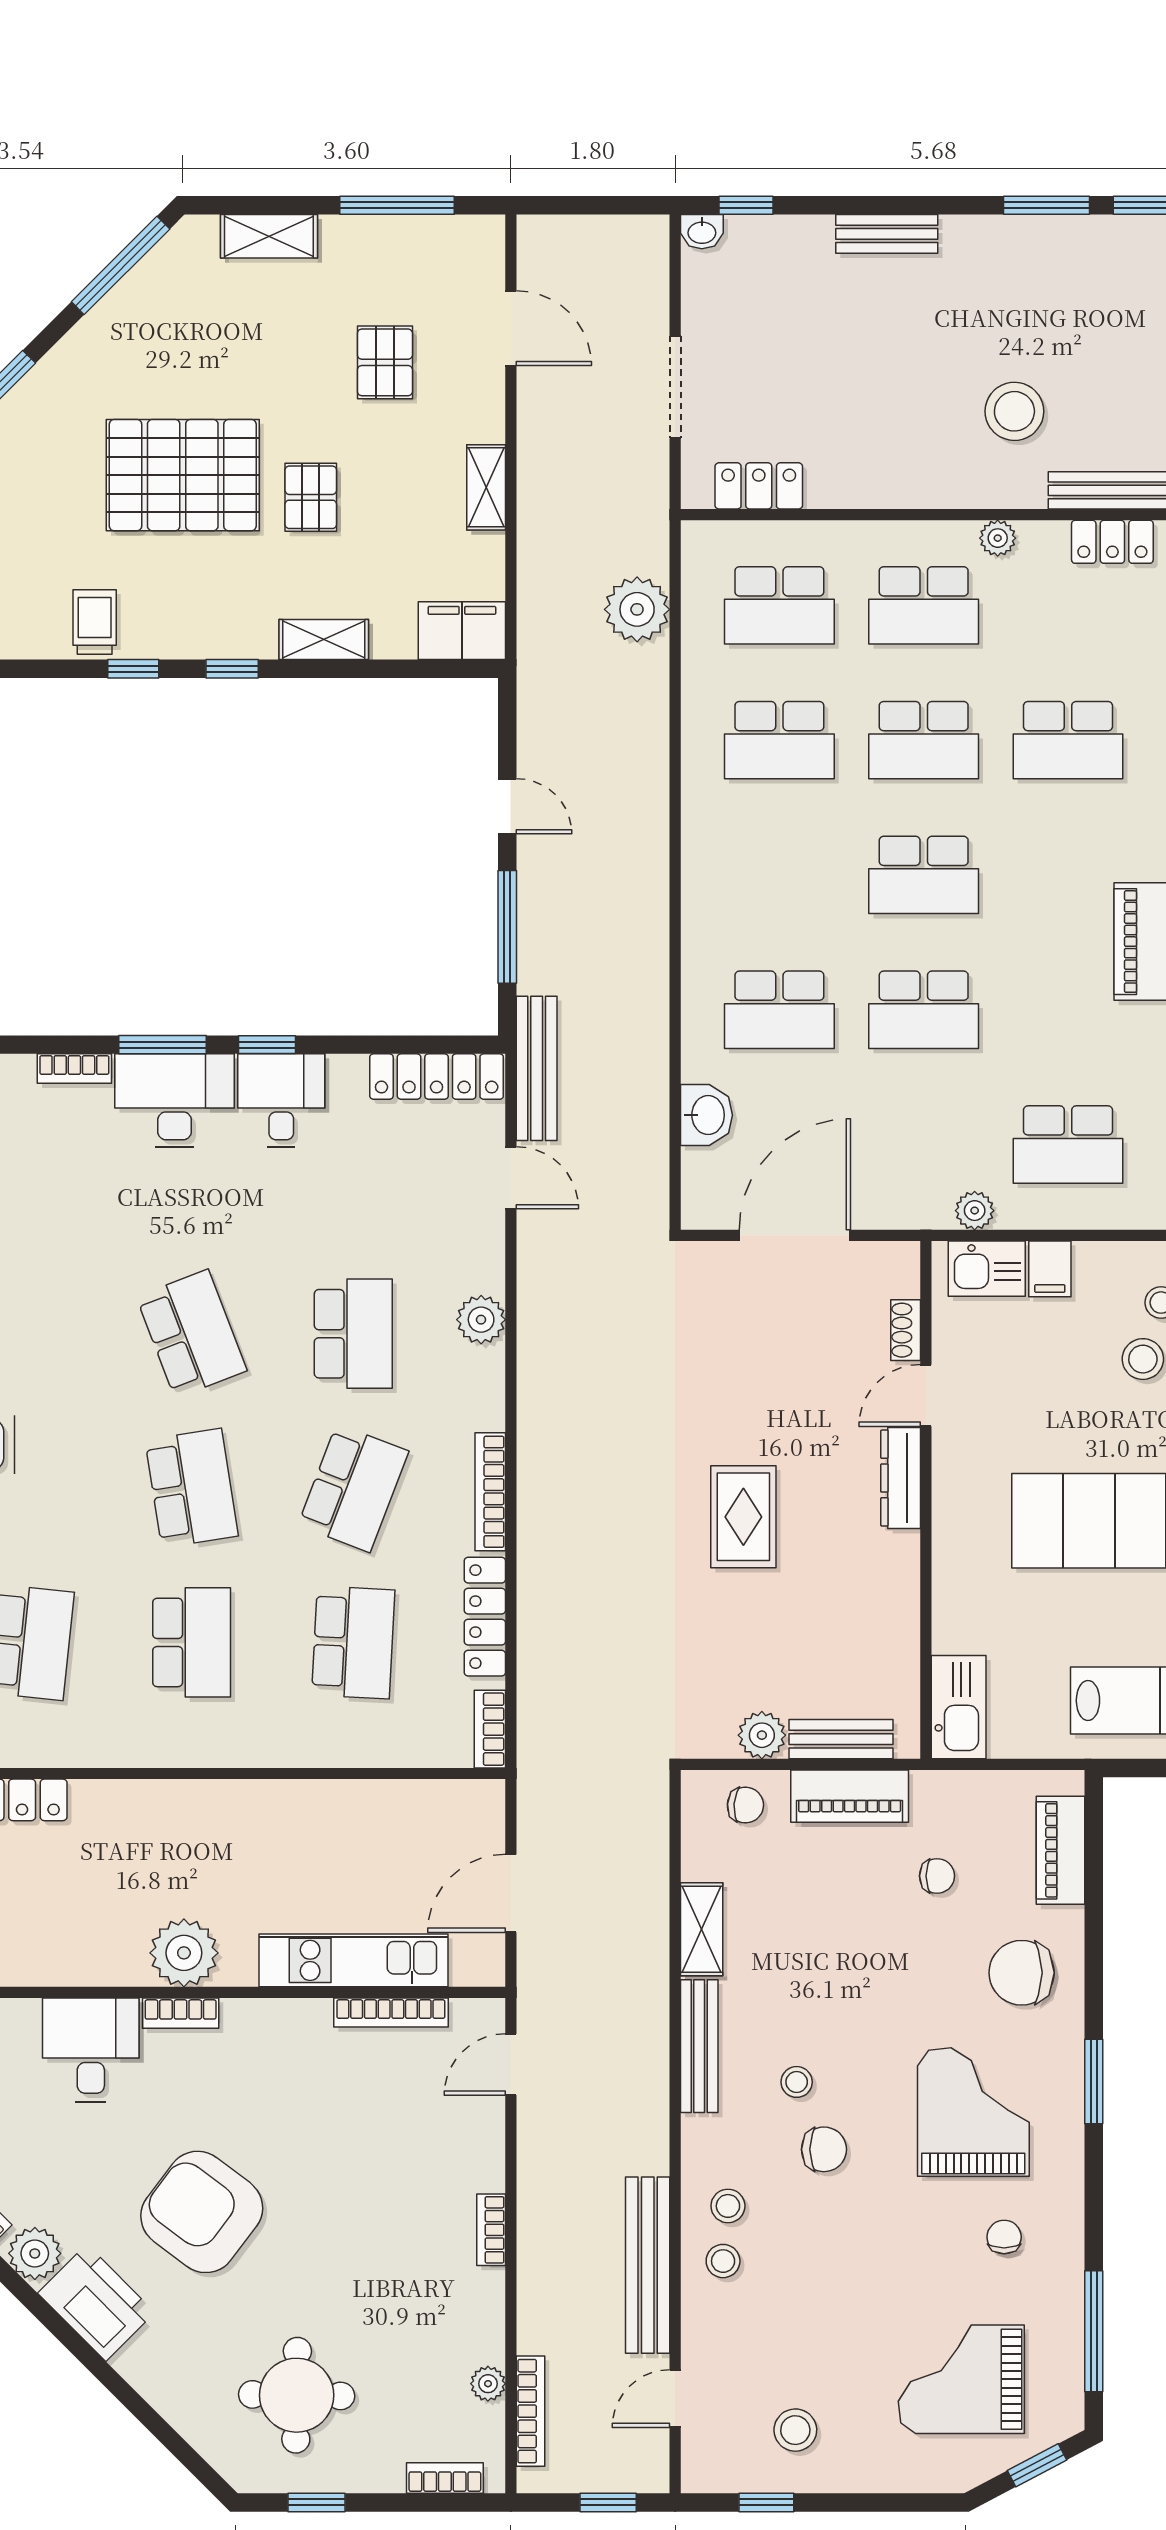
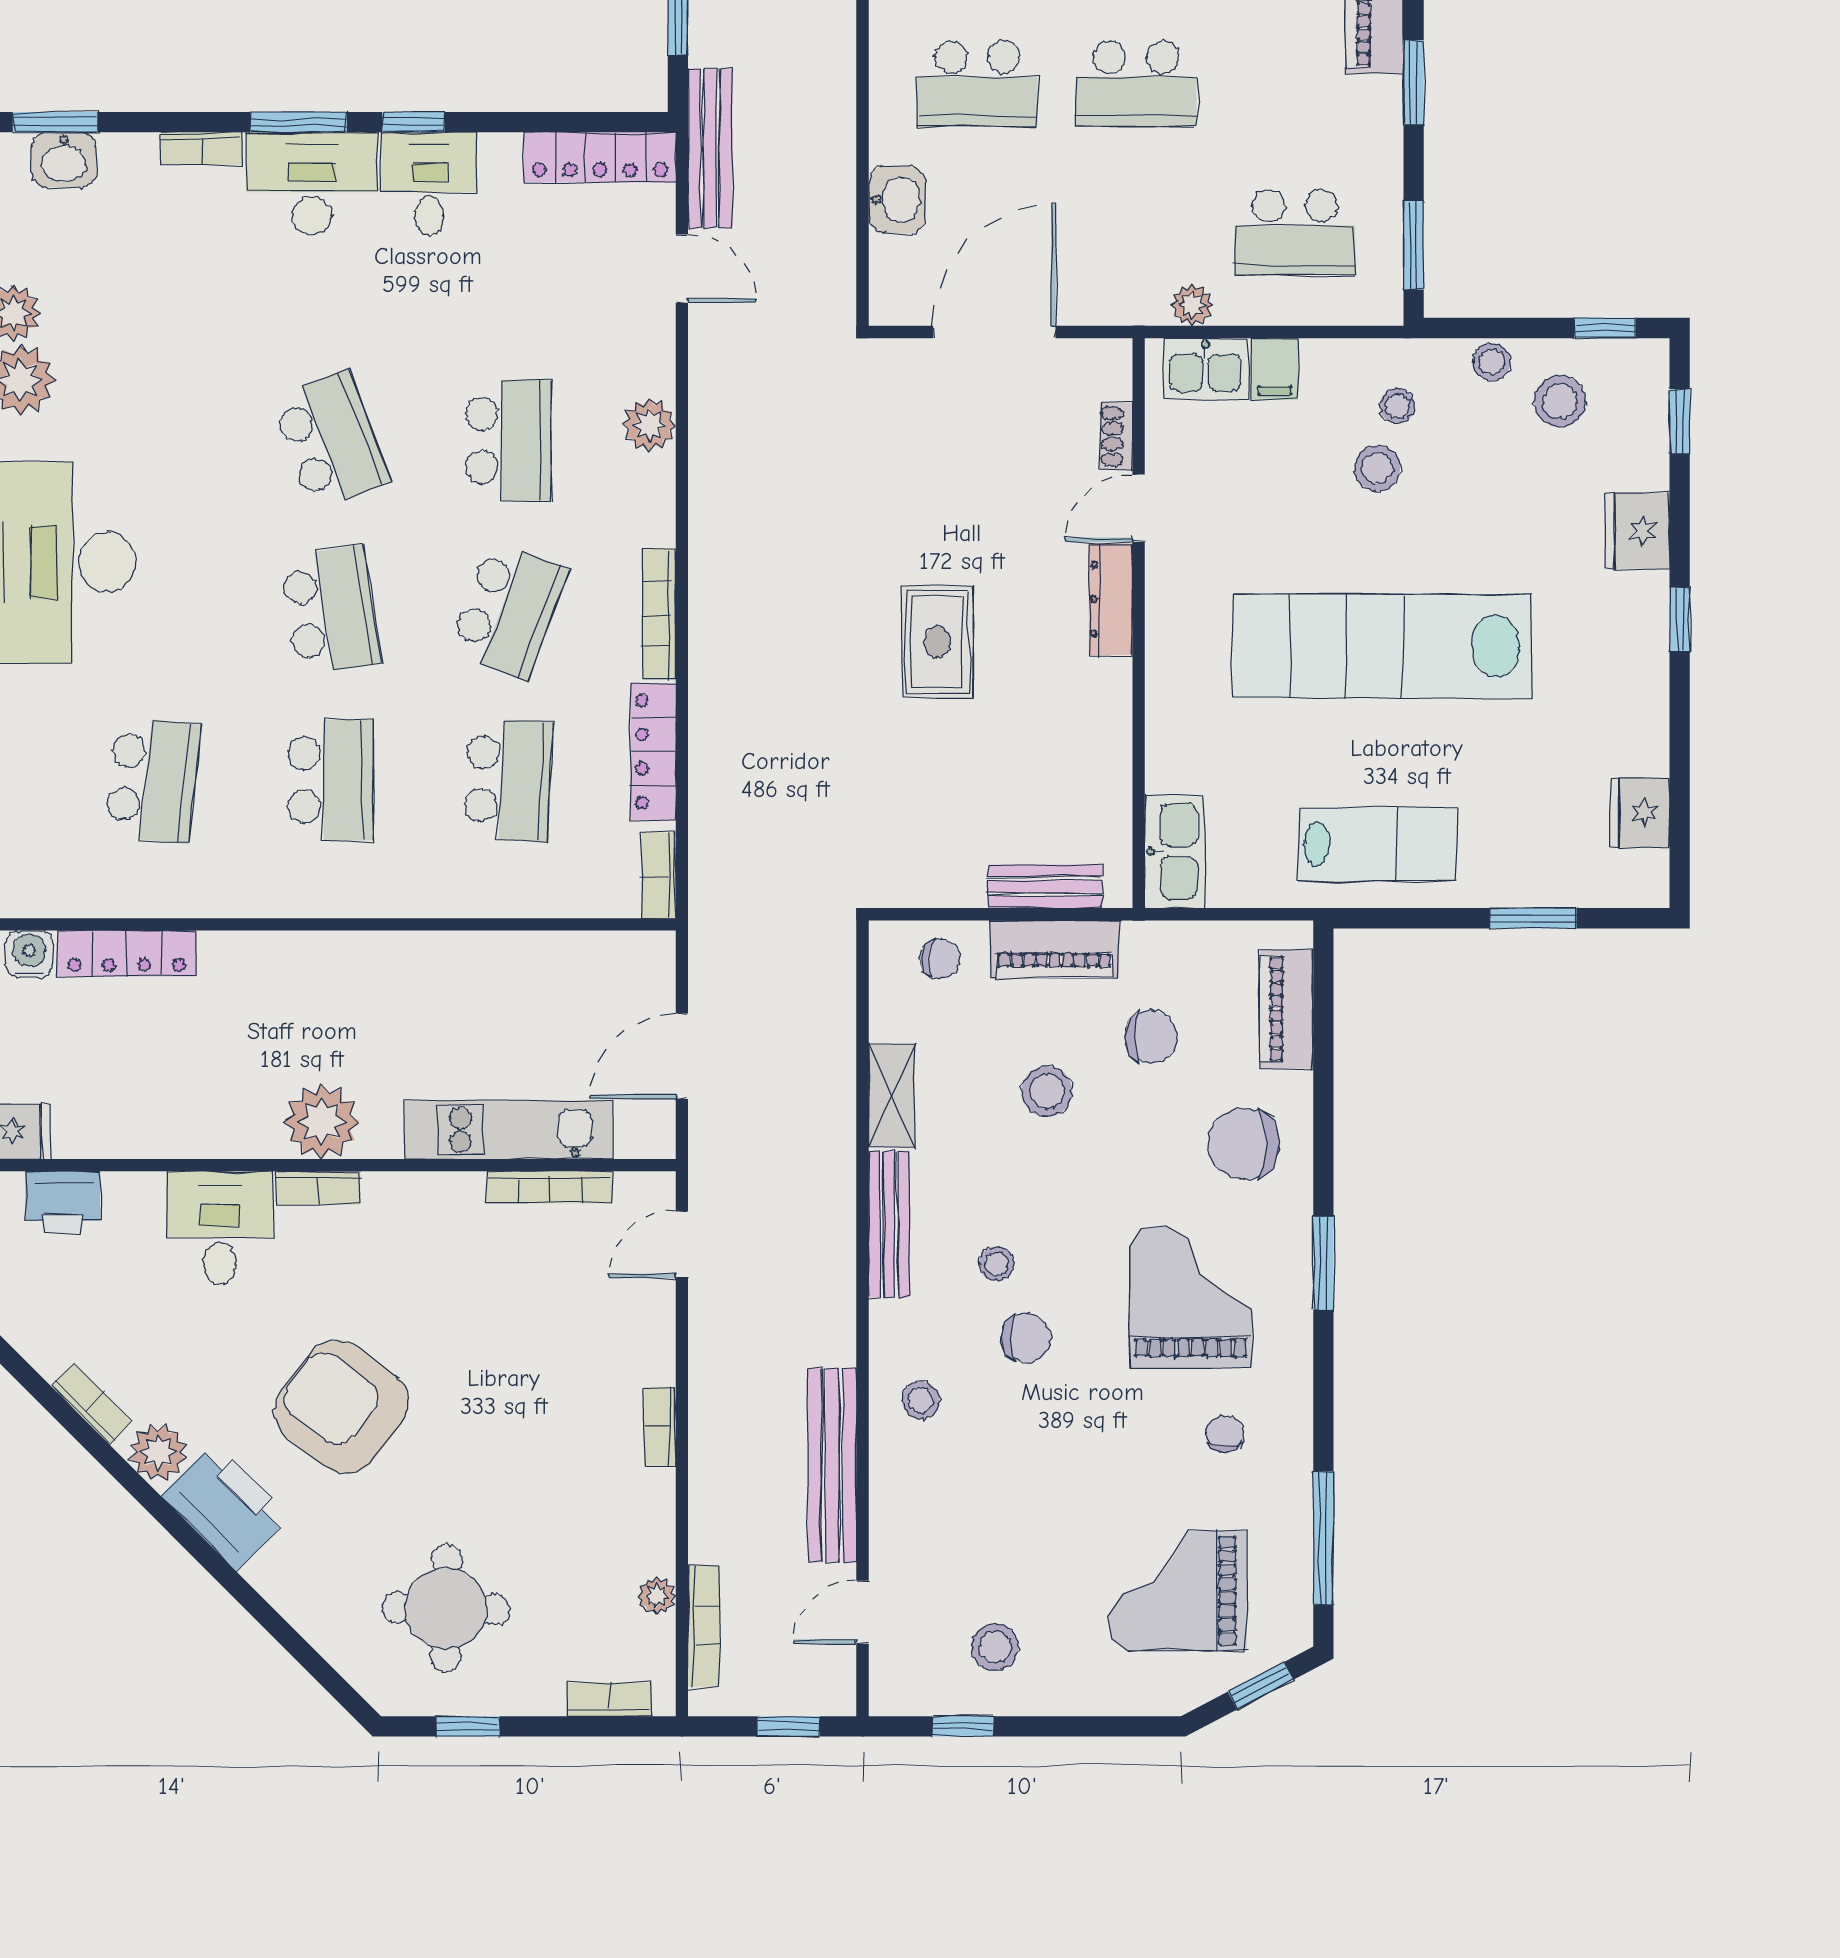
plant: (762, 1735) -> (958, 882), removed
chair: (937, 1876) -> (1151, 1037), width x1.37, depth x1.37
stool: (723, 2261) -> (1047, 1091), moved, width x1.37, depth x1.37

